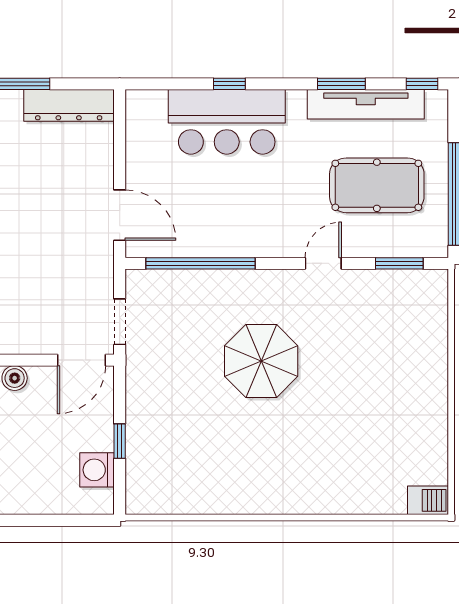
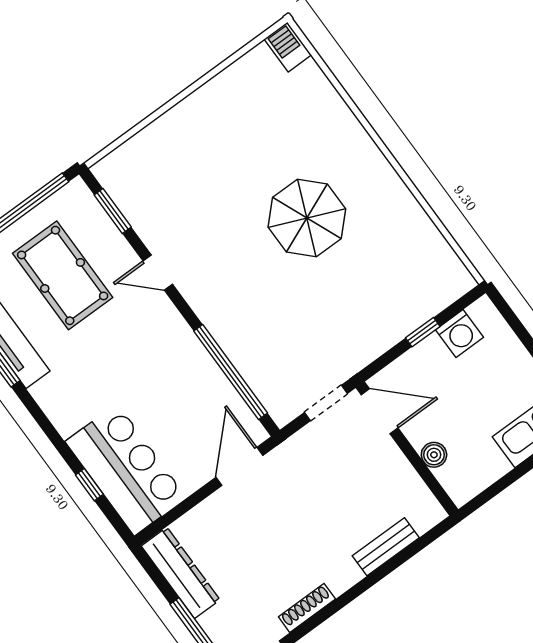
window: (229, 84) -> (89, 485), moved
bar counter: (227, 122) -> (126, 470), moved
parasol: (261, 361) -> (307, 218), moved

